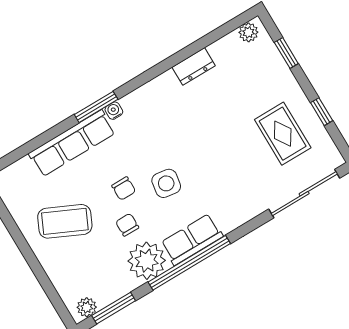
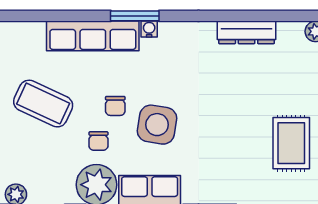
dresser: (194, 66) -> (247, 32), width x1.44
side table: (166, 183) -> (157, 125), width x1.37, depth x1.37
chair: (127, 225) -> (98, 141), turned 180

